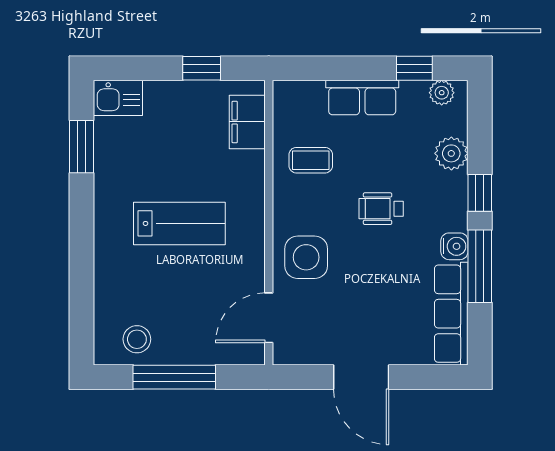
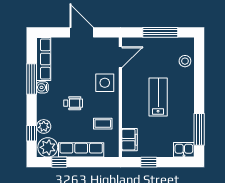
plant: (442, 93) -> (48, 147), width x1.87, depth x1.87
row of seats: (362, 98) -> (81, 150), width x1.48
window: (82, 147) -> (199, 129), width x1.44
window: (480, 193) -> (32, 133), moved
lab bench: (179, 223) -> (158, 97), turned 90
stool: (137, 339) -> (185, 61), moved

